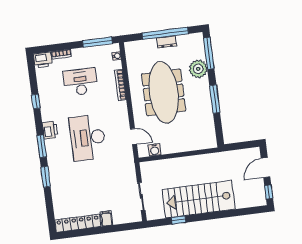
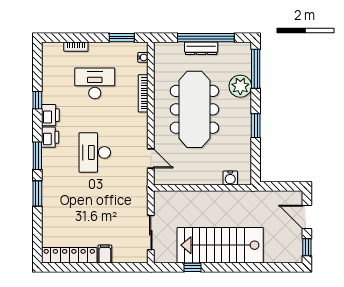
window: (97, 42) -> (122, 38), width x0.69
dresser: (167, 42) -> (201, 48), width x1.44
printer: (43, 60) -> (50, 115), moved, turned -90
window: (215, 99) -> (256, 126), width x0.69
desk: (88, 138) -> (95, 152), width x0.73, depth x0.77
water cooler: (155, 150) -> (230, 178), moved
door: (266, 168) -> (307, 217), hinge flipped

